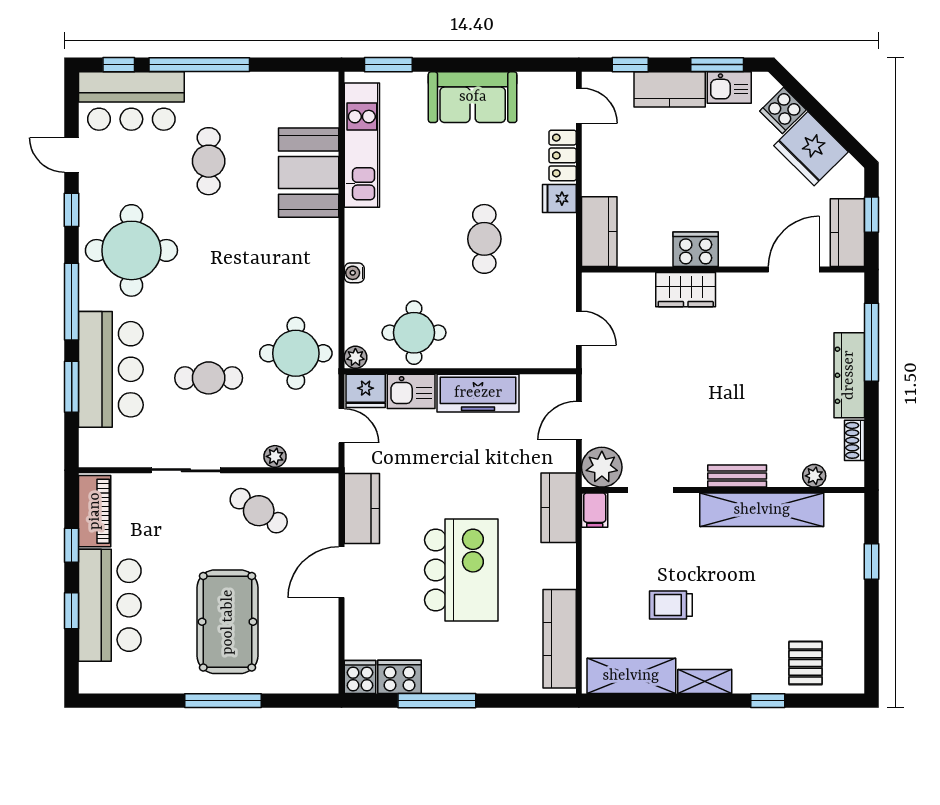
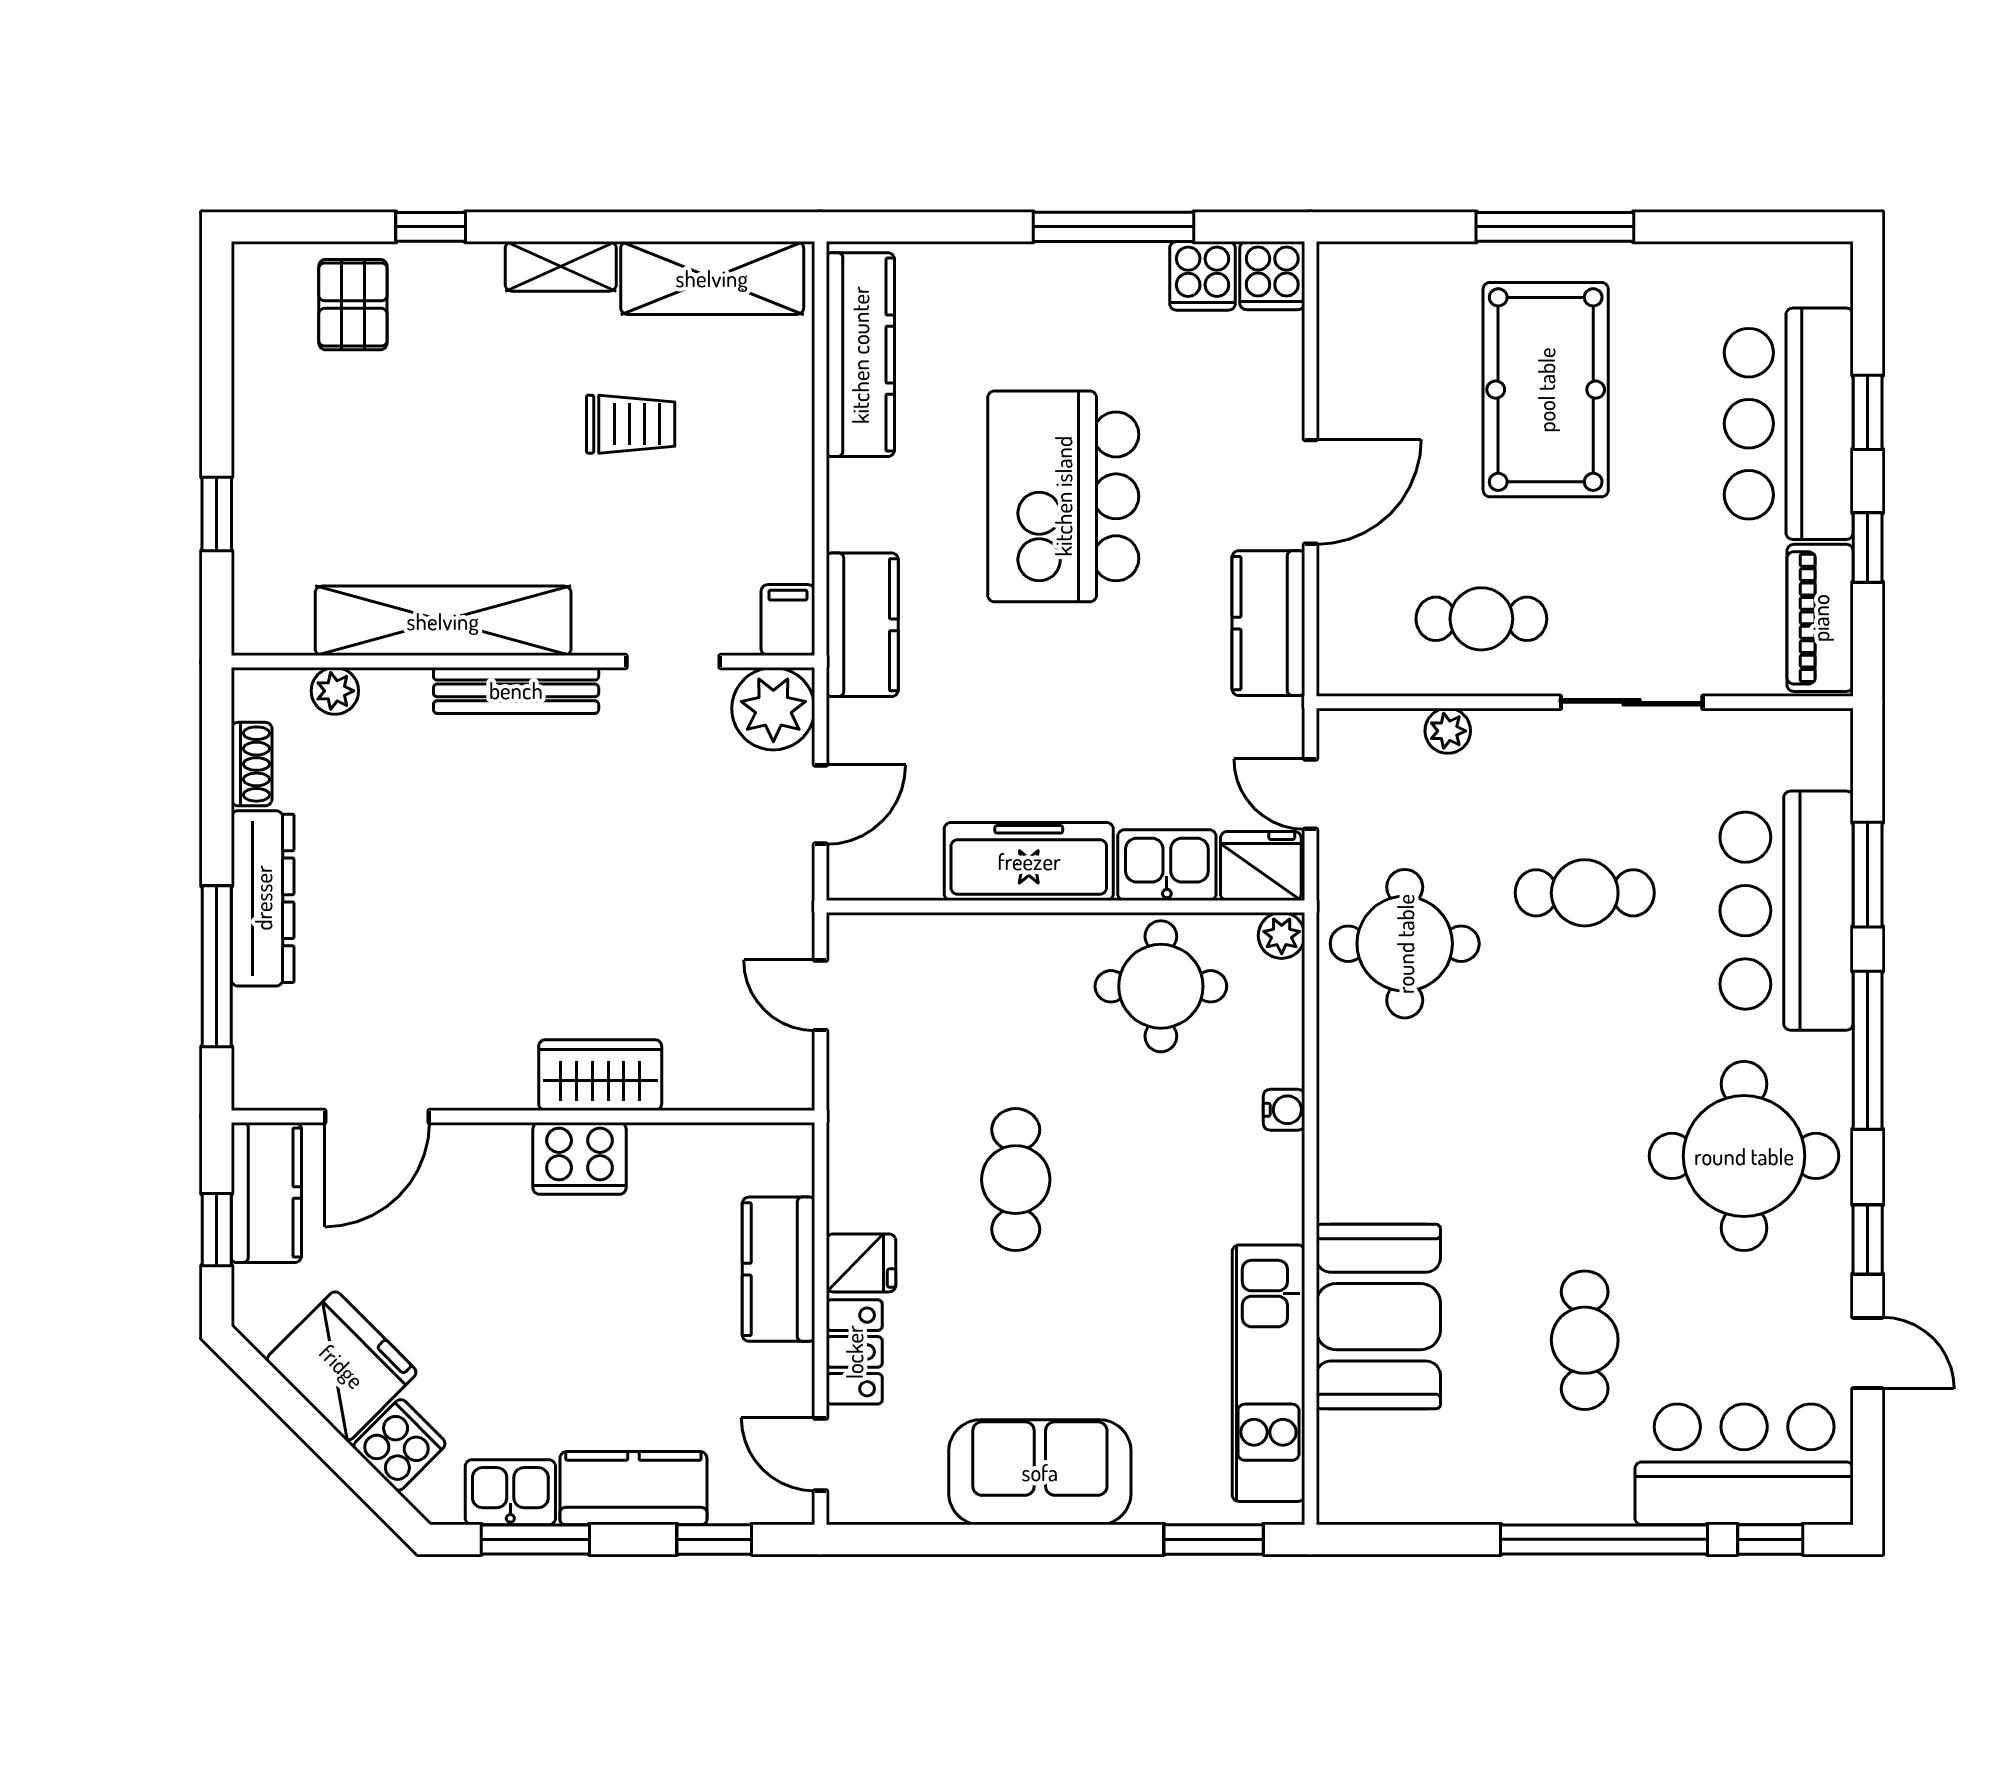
kitchen counter: (599, 232) -> (778, 1269), moved
bench: (737, 476) -> (516, 690), width x1.36
cafe table: (259, 511) -> (1481, 619), turned -33
cooker: (400, 677) -> (1203, 276), width x0.73

